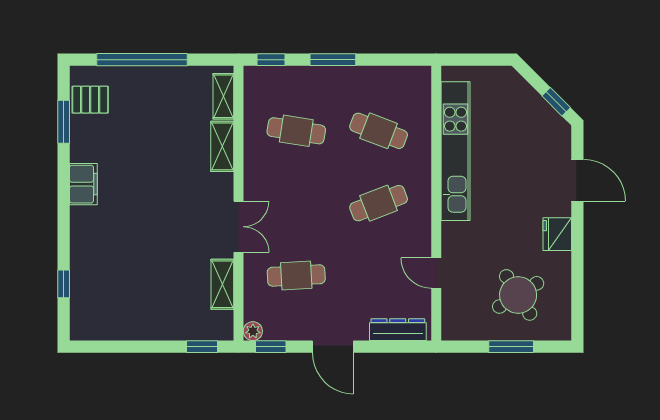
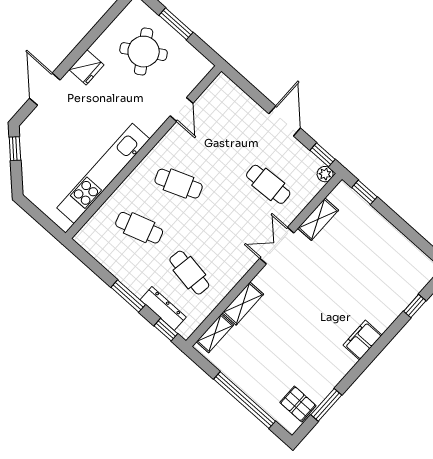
cafe table: (379, 131) -> (139, 228), turned -39
filing cabinet: (83, 184) -> (362, 340), moved
dresser: (398, 330) -> (163, 308), moved, turned 180

